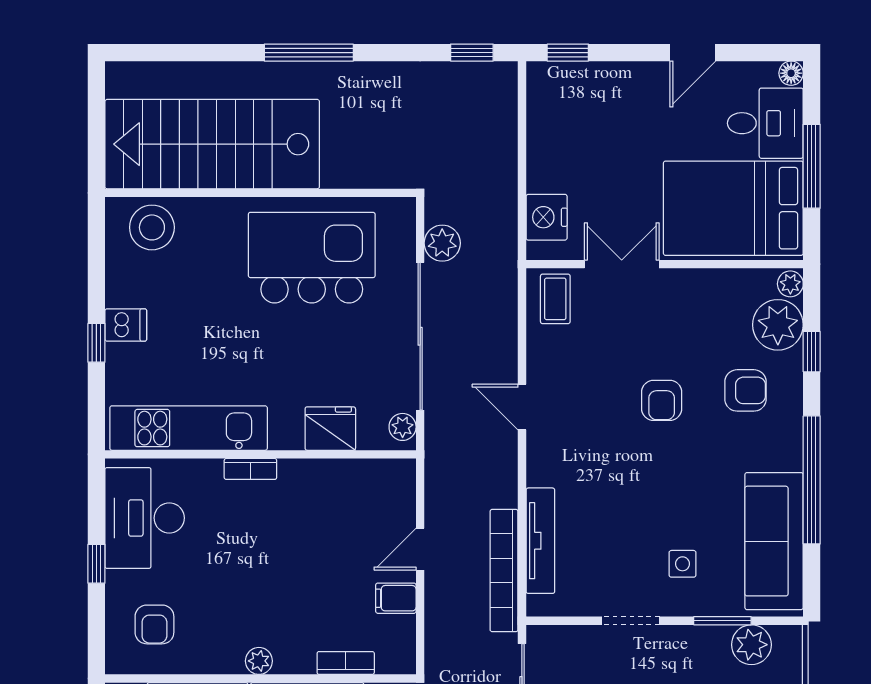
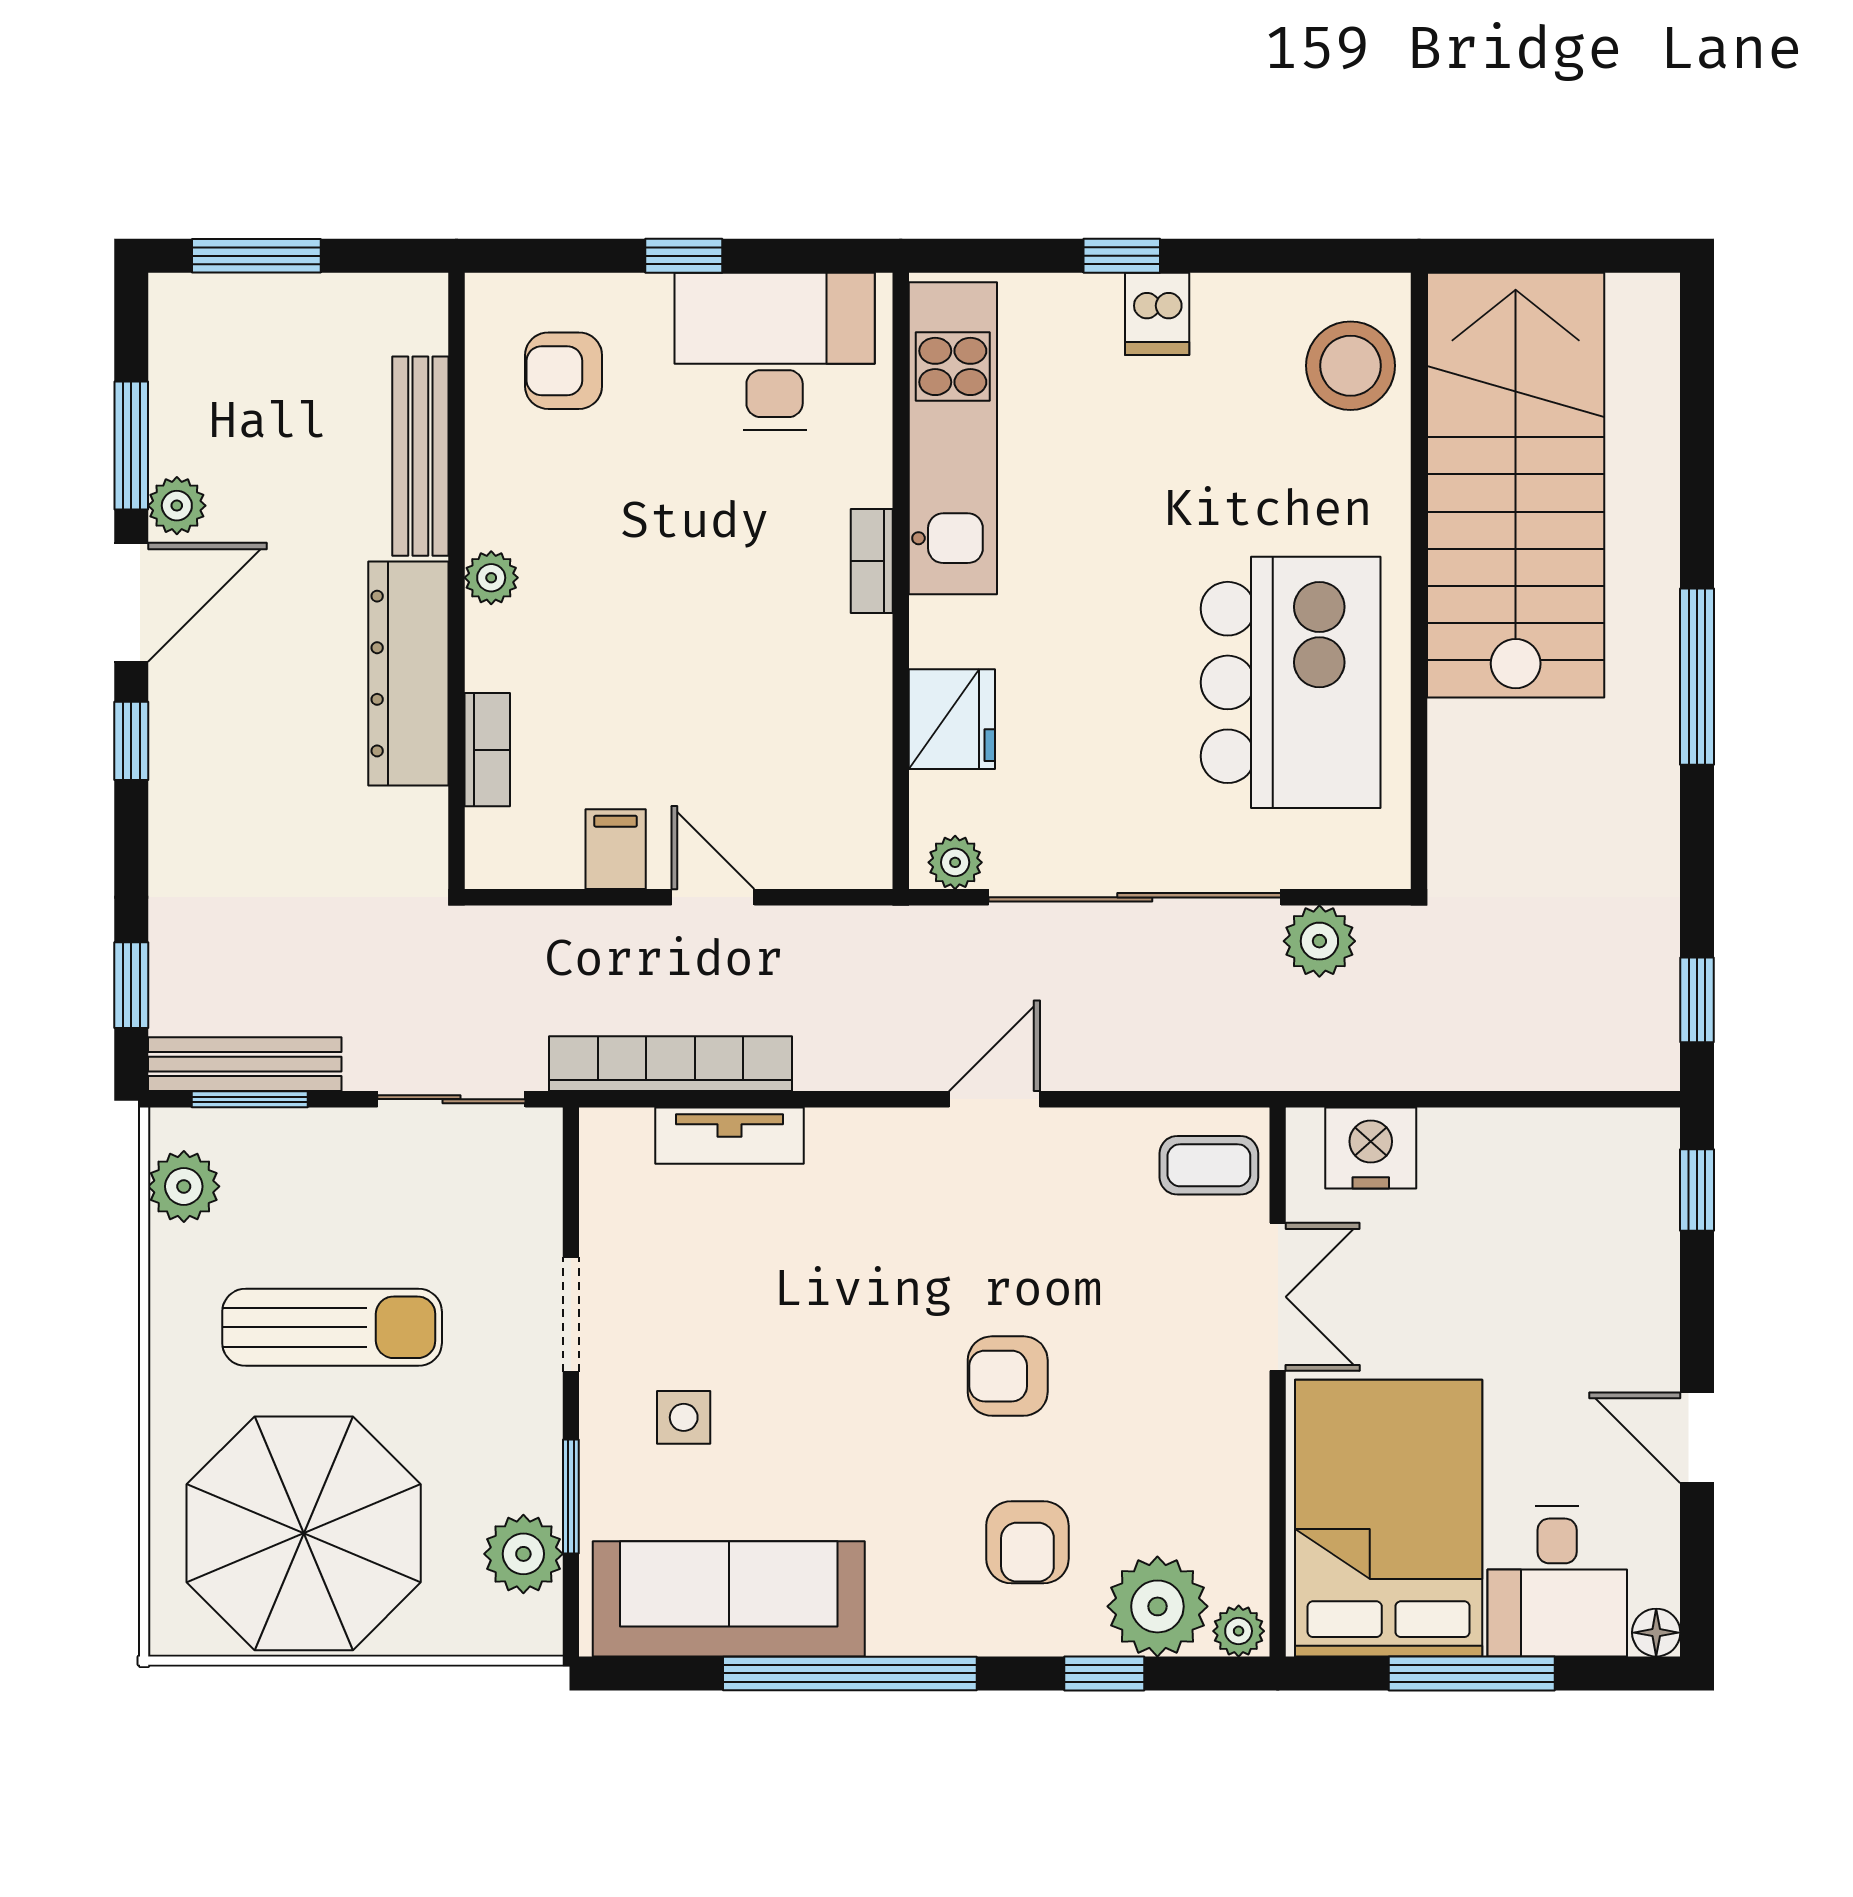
tv unit: (540, 541) -> (729, 1136), width x0.71

